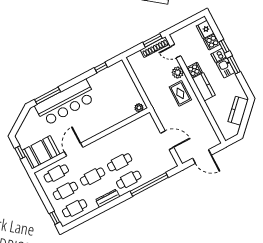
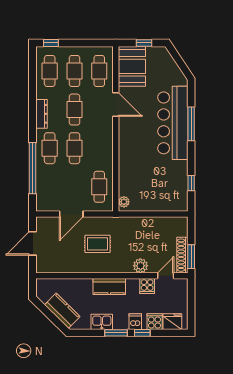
kitchen sink: (226, 68) -> (102, 322), moved
cooker: (194, 70) -> (147, 286), moved
rug: (180, 93) -> (97, 244), moved
window: (48, 96) -> (191, 124), moved
cafe table: (138, 131) -> (99, 187), added

